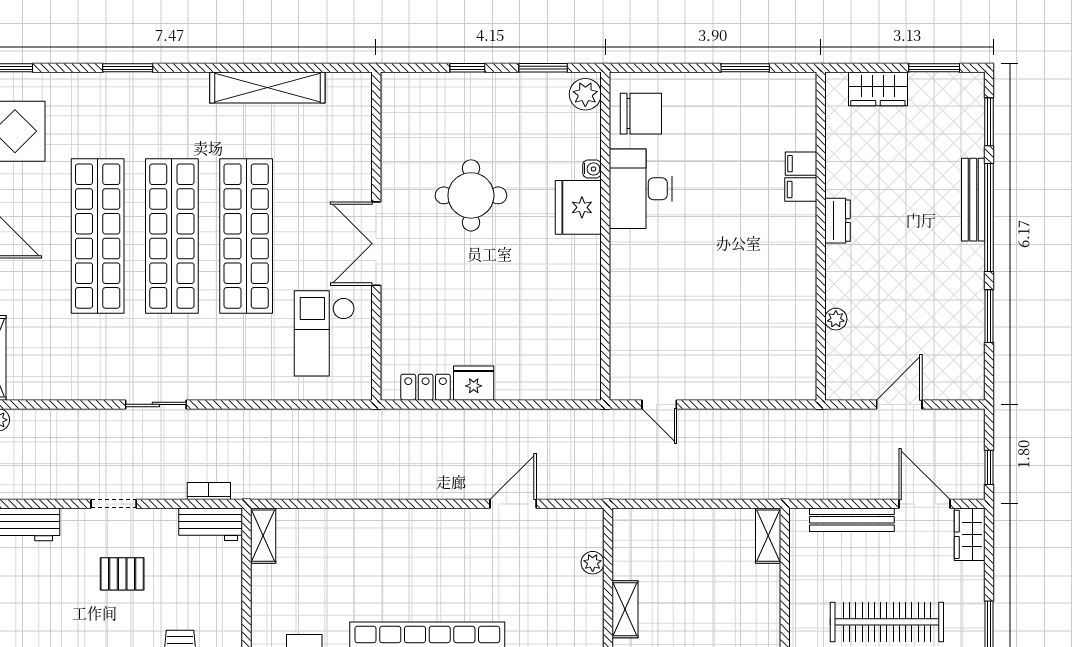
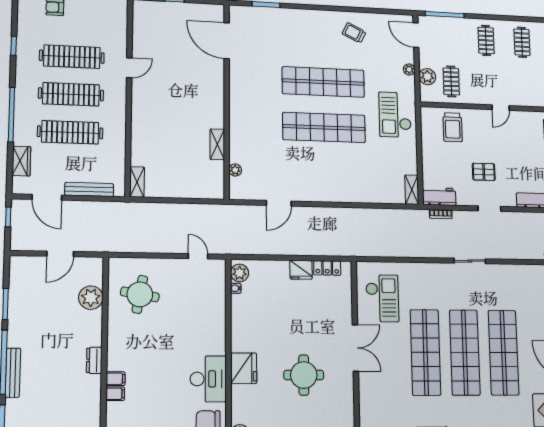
water cooler: (592, 169) -> (236, 288), moved
plant: (836, 319) -> (91, 298), width x1.88, depth x1.88
round table: (761, 335) -> (140, 294), added
plant: (585, 376) -> (240, 273), added
wardrobe: (970, 534) -> (21, 161), moved

